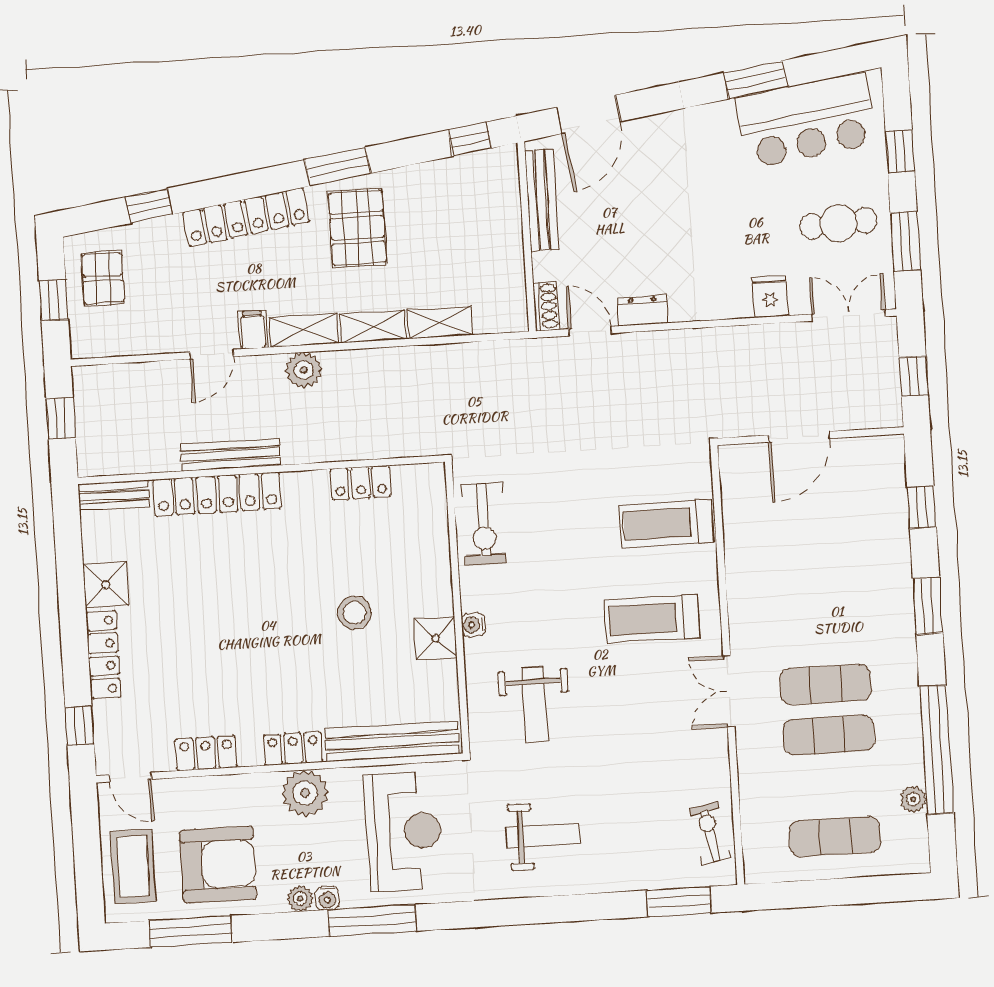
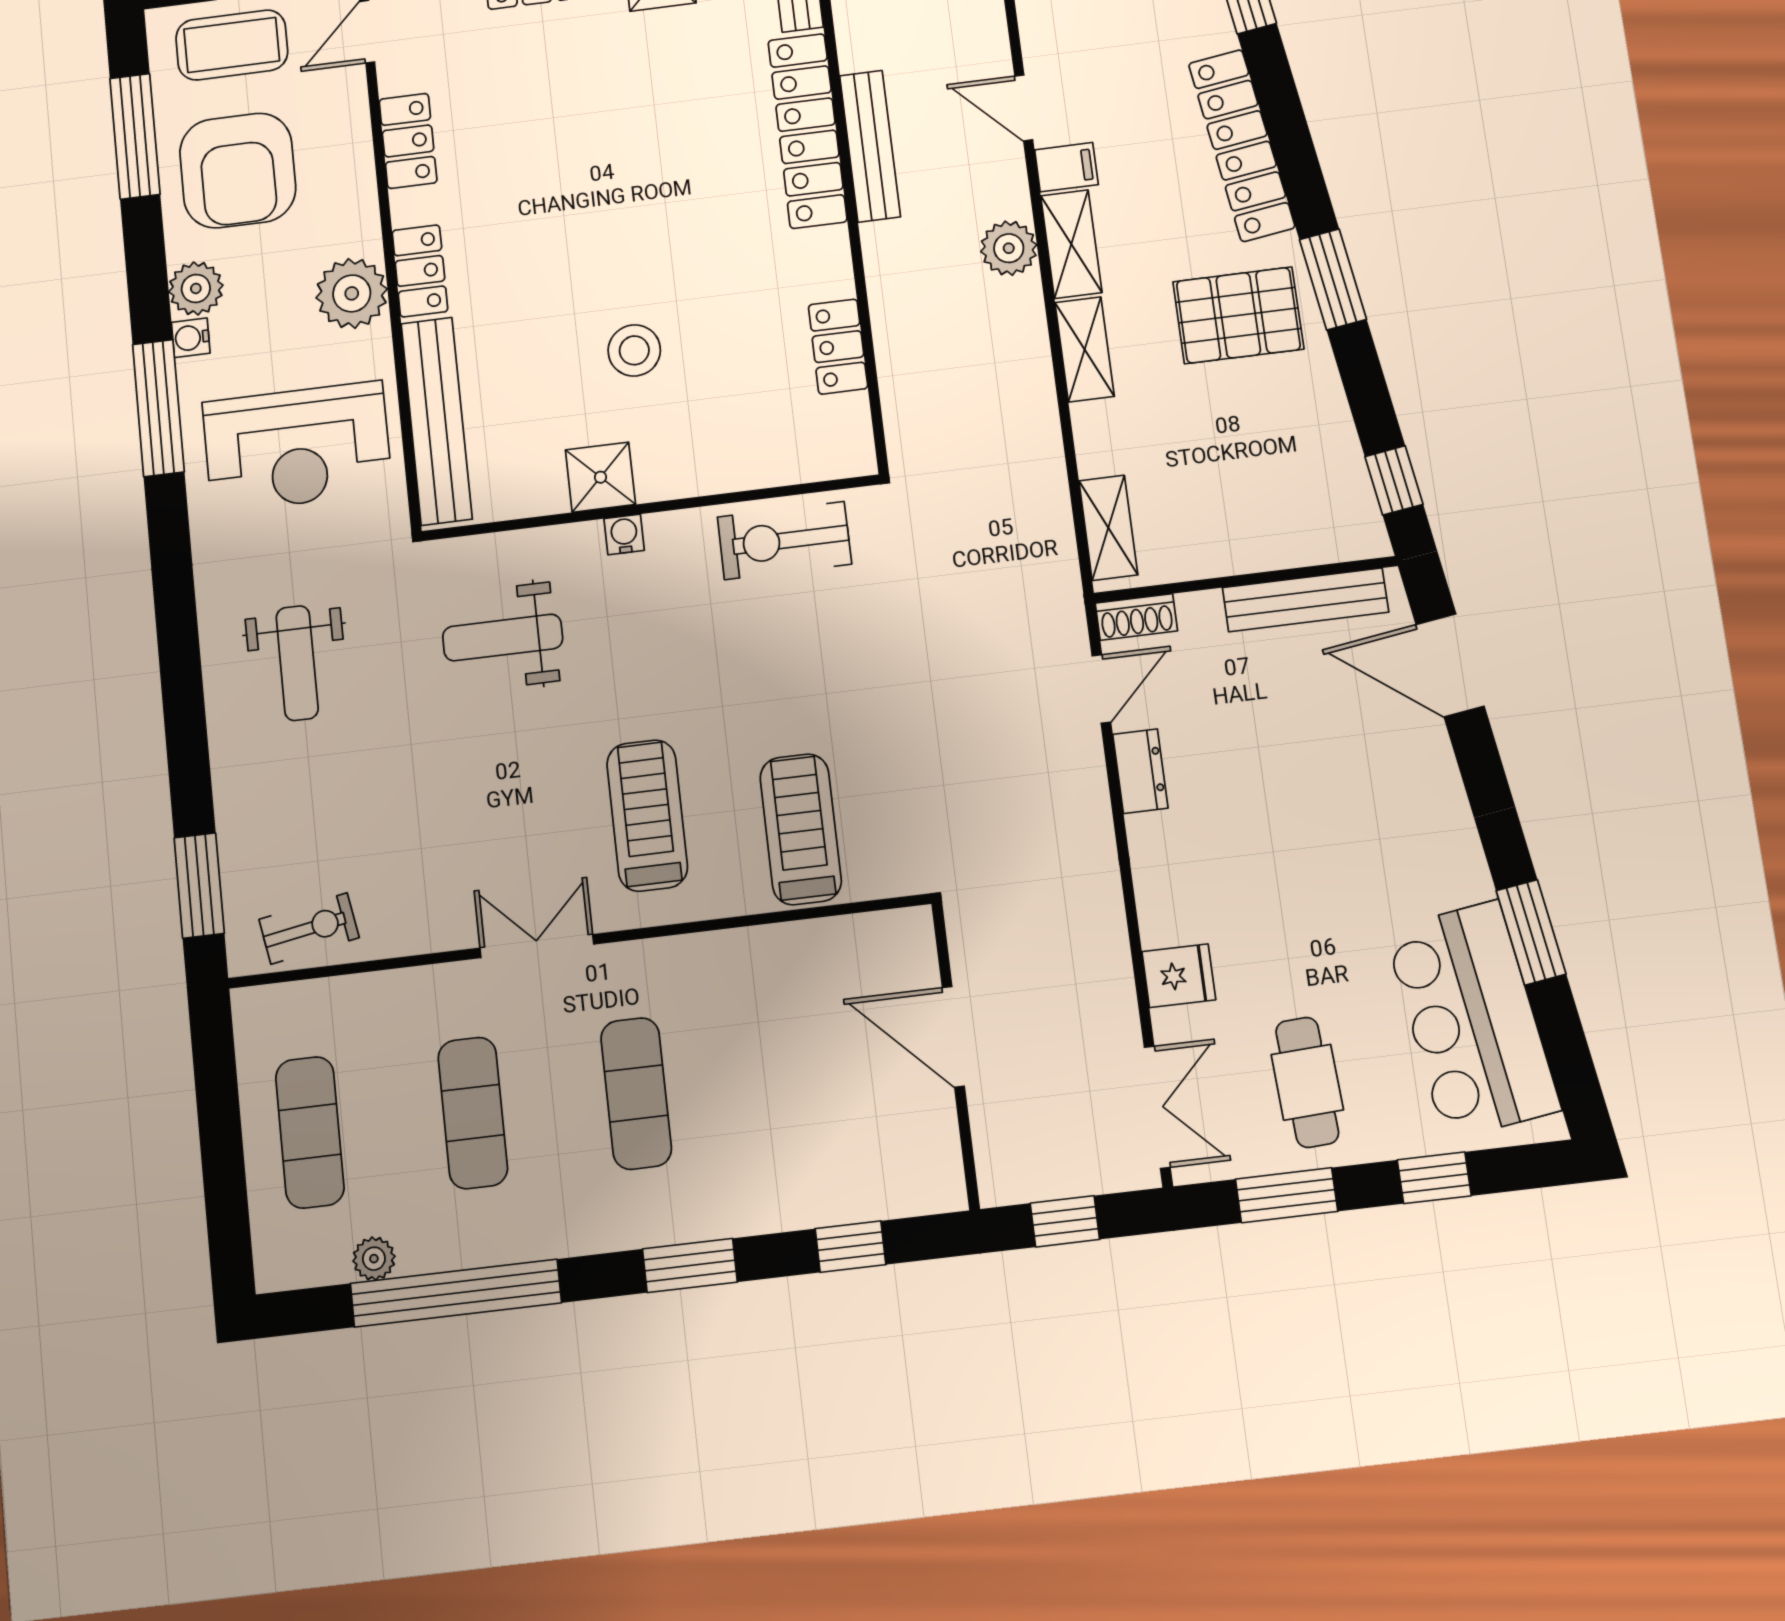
shelving: (440, 323) -> (1108, 528), moved
exercise mat: (826, 684) -> (636, 1093), moved
plant: (300, 899) -> (196, 288), width x1.38, depth x1.38

